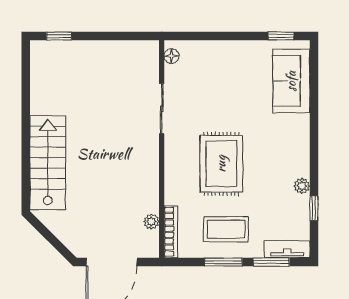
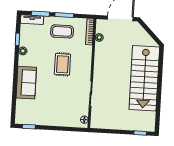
sofa: (291, 81) -> (26, 83), moved
stairs: (48, 163) -> (144, 78), width x1.36, depth x1.51
rug: (221, 164) -> (62, 64), width x0.73, depth x0.70

